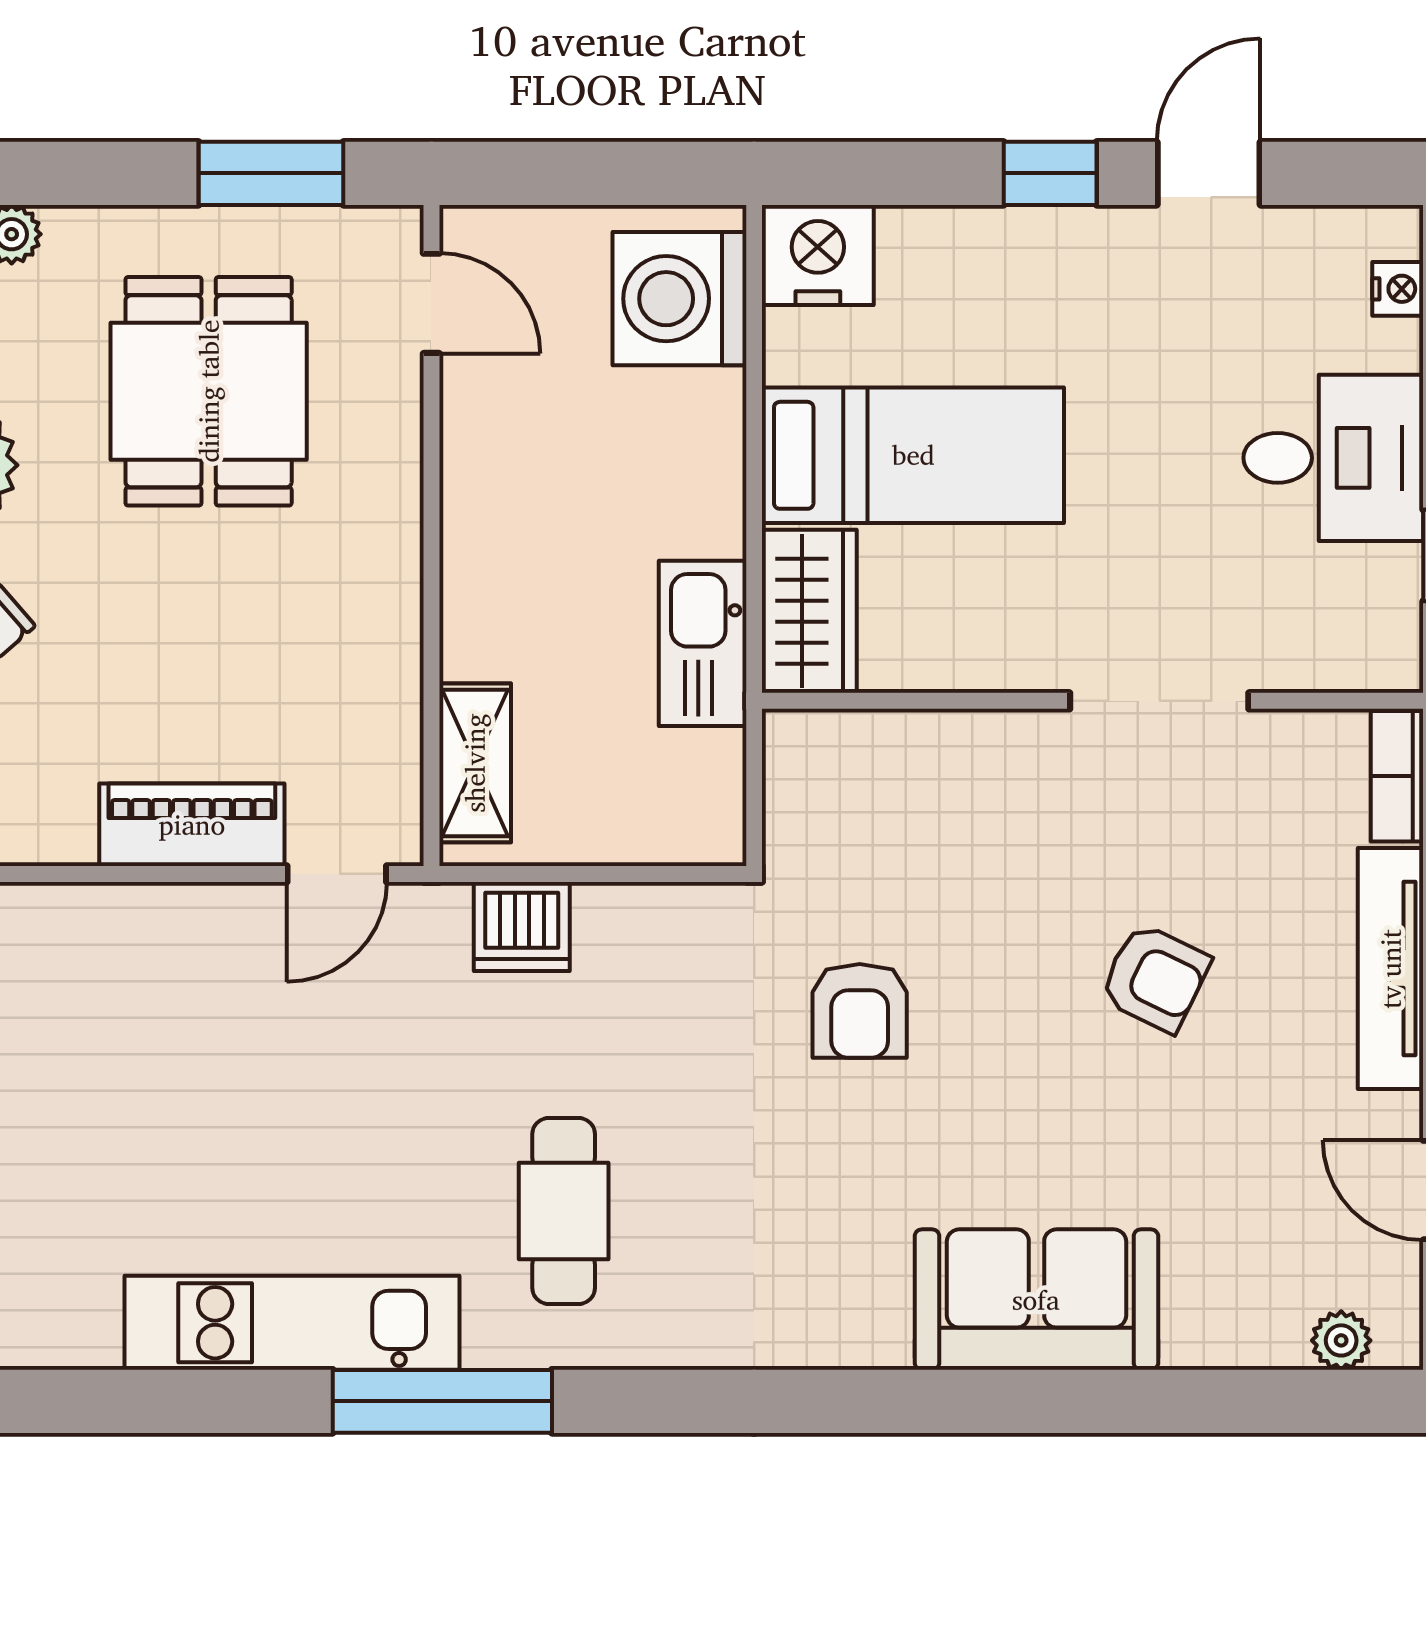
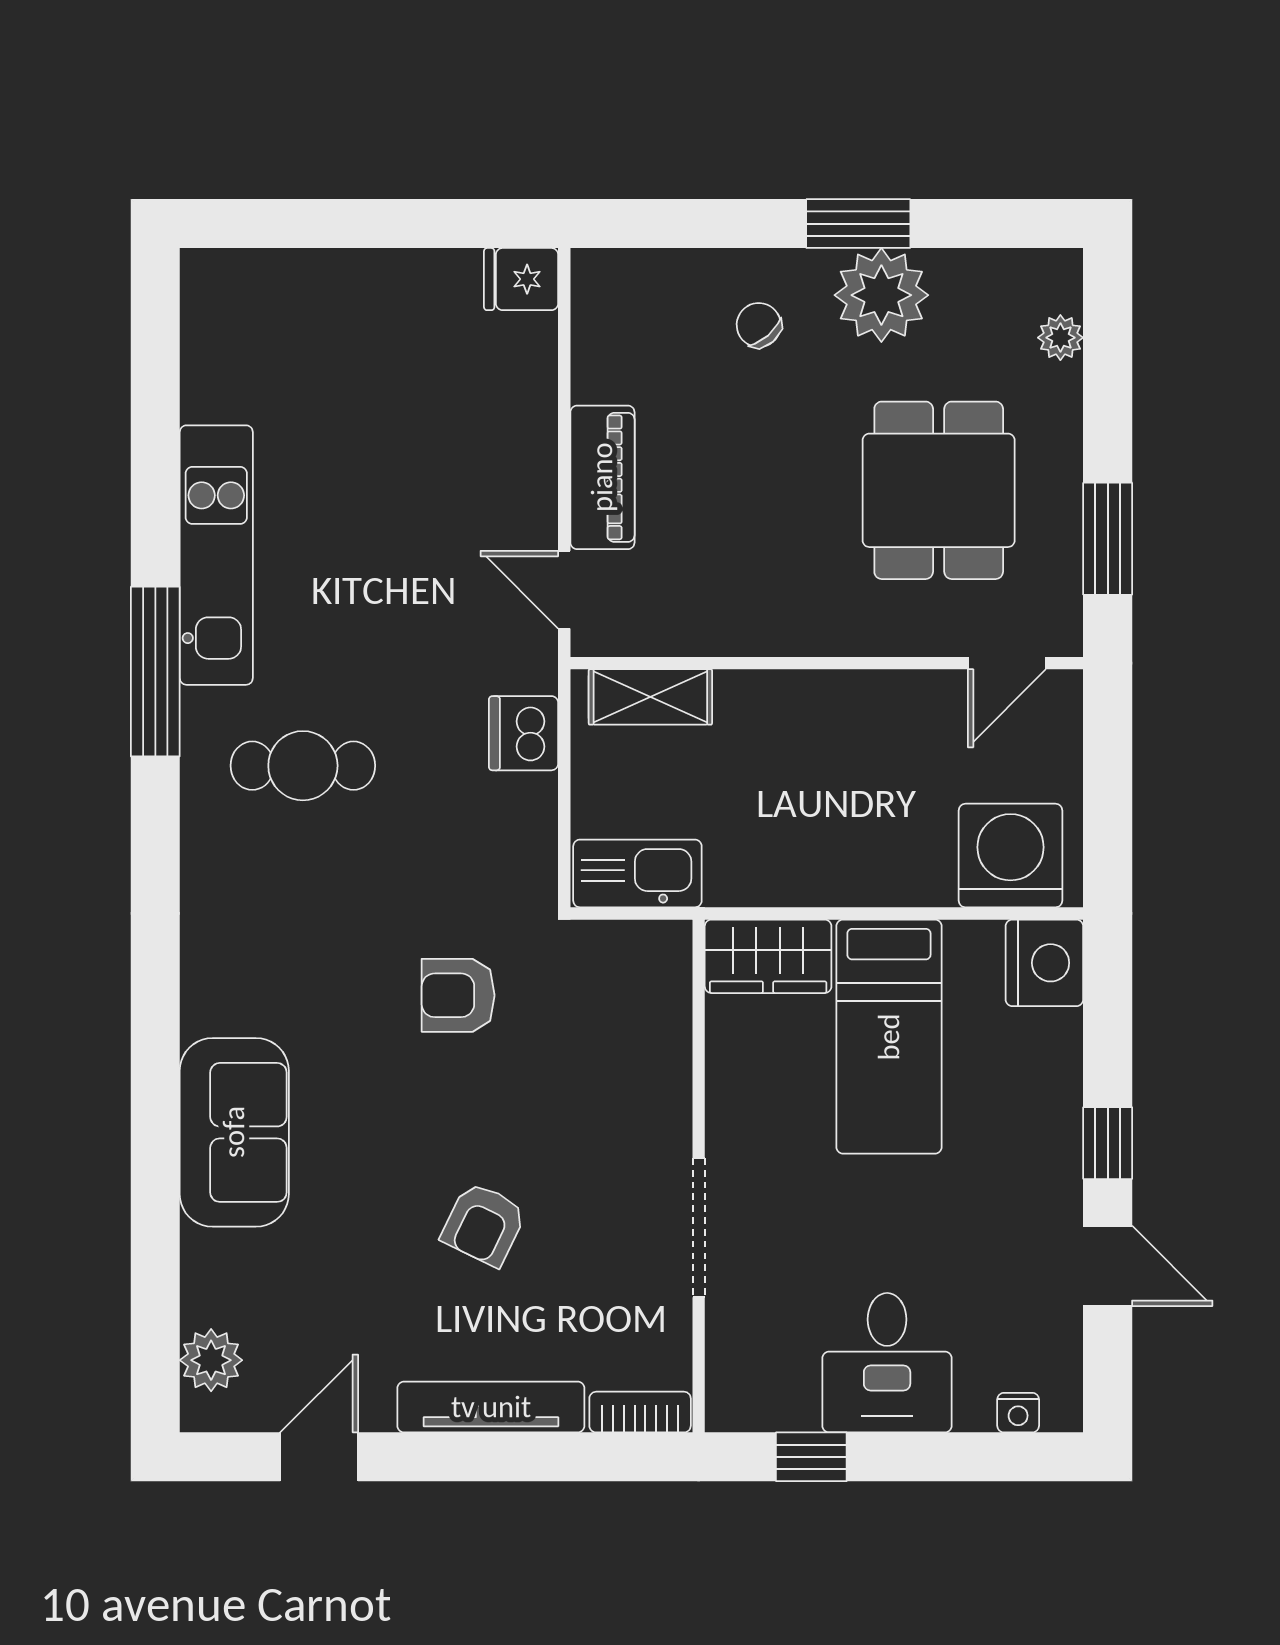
dining table: (209, 391) -> (939, 490), turned 90
kitchen sink: (703, 643) -> (637, 873), moved
plant: (1341, 1340) -> (211, 1360), width x1.38, depth x1.38

